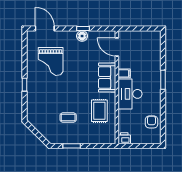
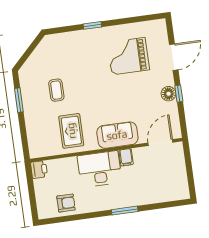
door: (45, 29) -> (174, 57), moved
rug: (99, 111) -> (71, 131), turned 90

